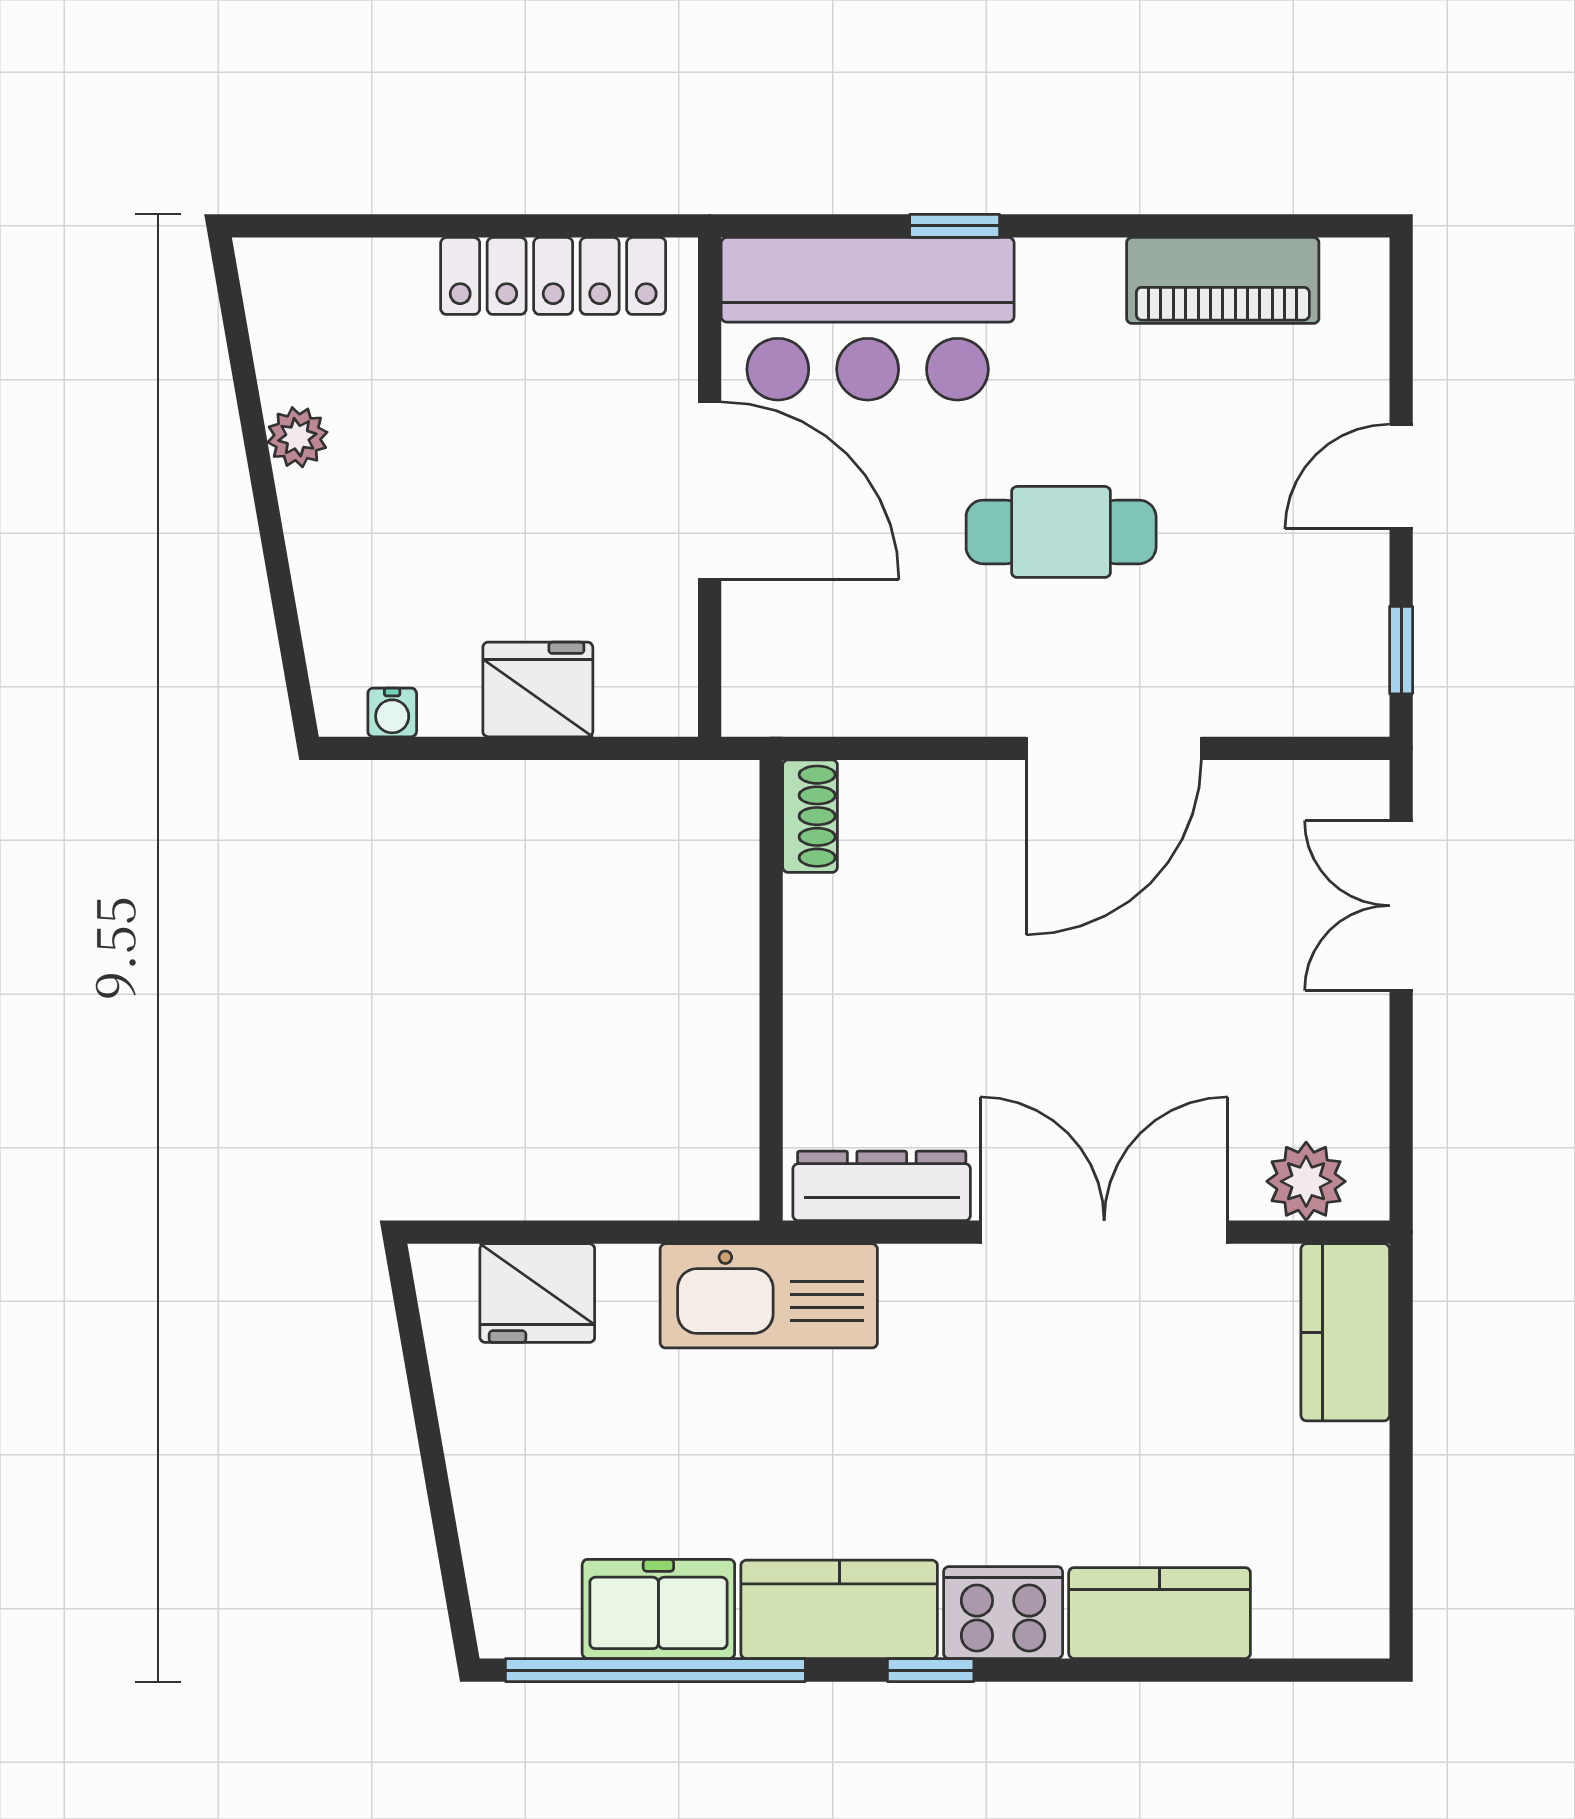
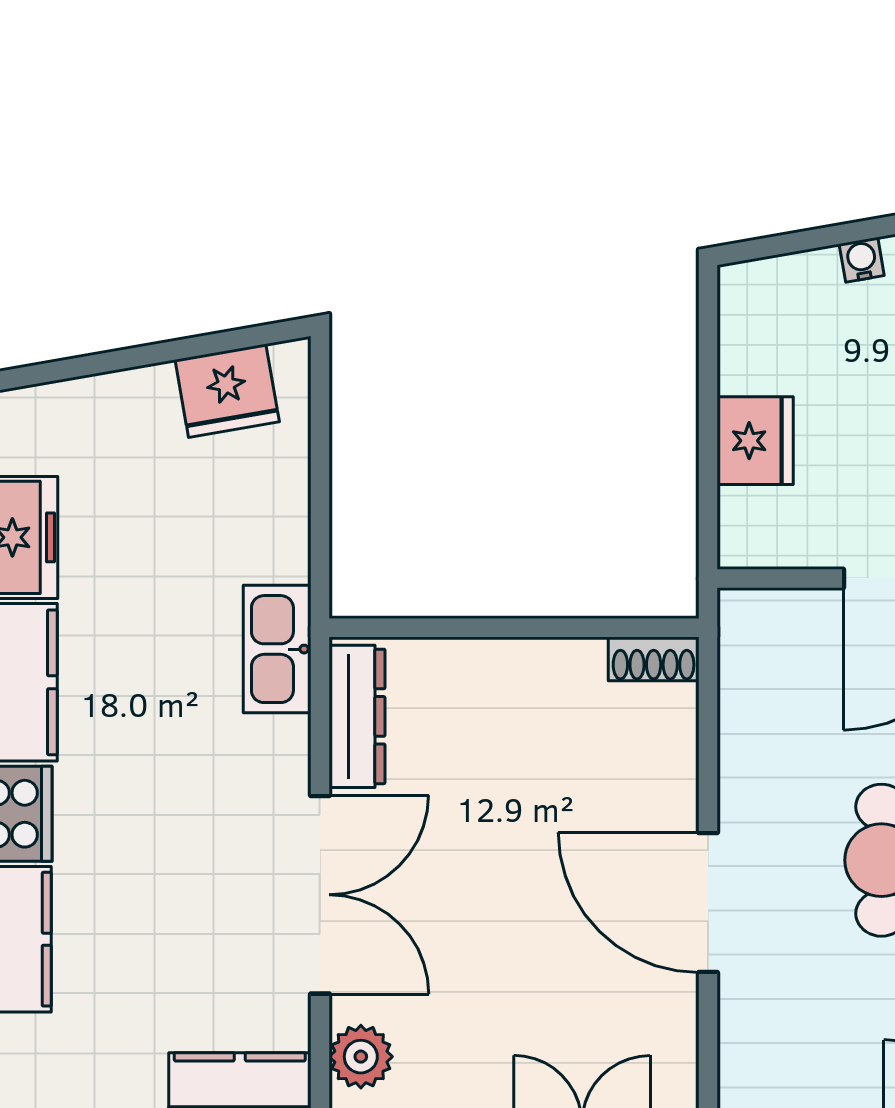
water cooler: (392, 712) -> (862, 260), moved, turned 80
fridge: (537, 1293) -> (227, 391), moved, turned -100
kitchen sink: (769, 1296) -> (277, 649), width x0.73, depth x0.81

